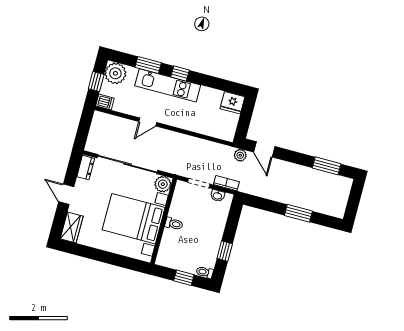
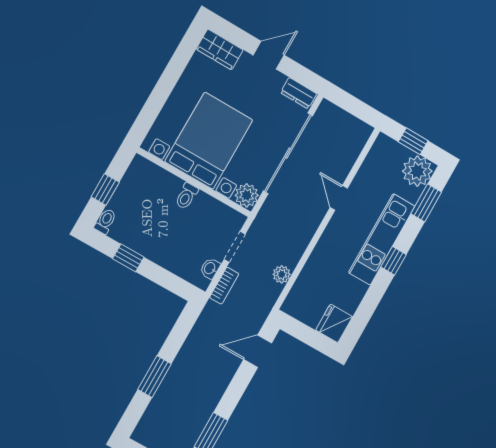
window: (148, 65) -> (426, 203), moved
dishwasher: (105, 102) -> (382, 146), removed
plant: (240, 155) -> (282, 274), moved

